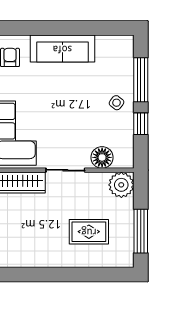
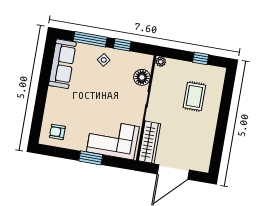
sofa: (62, 49) -> (62, 64), moved
plant: (121, 185) -> (161, 62), width x0.53, depth x0.53
window: (141, 231) -> (201, 58), width x0.46

